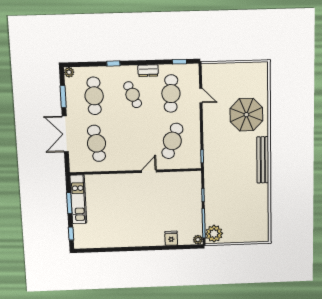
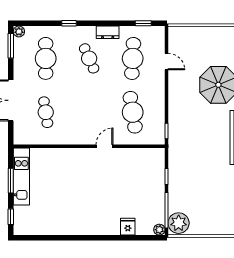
window: (63, 97) -> (11, 46), moved
cafe table: (172, 141) -> (133, 112), turned -30
cafe table: (96, 143) -> (46, 112), width x0.73, depth x0.74

